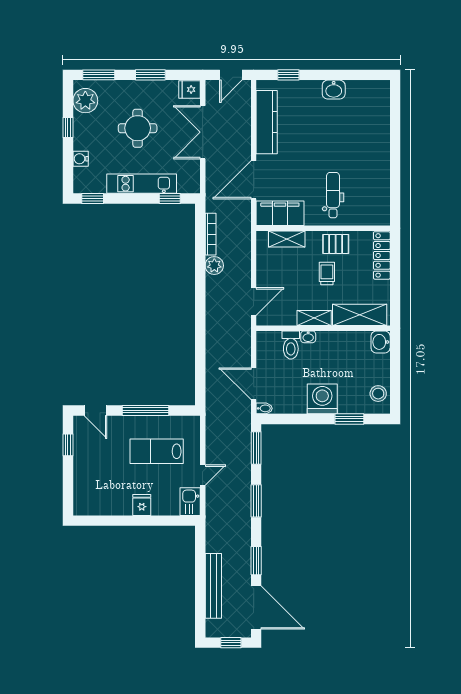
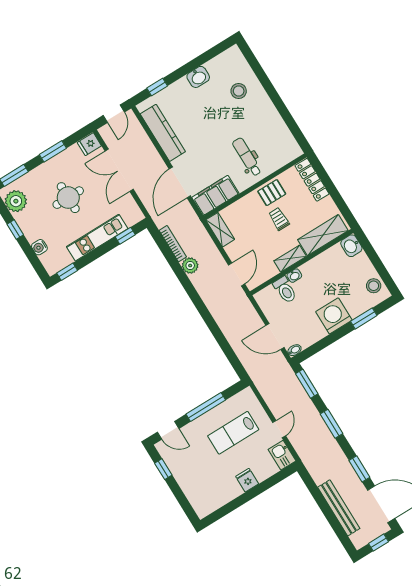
stool: (364, 127) -> (239, 91), added
shelving: (287, 239) -> (220, 230), moved, turned 90

